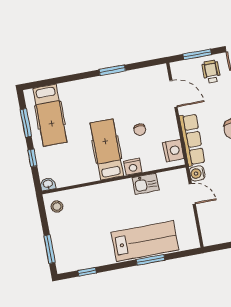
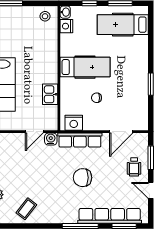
wheelchair: (211, 72) -> (134, 167), turned 90
nightstand: (133, 167) -> (66, 26), moved

